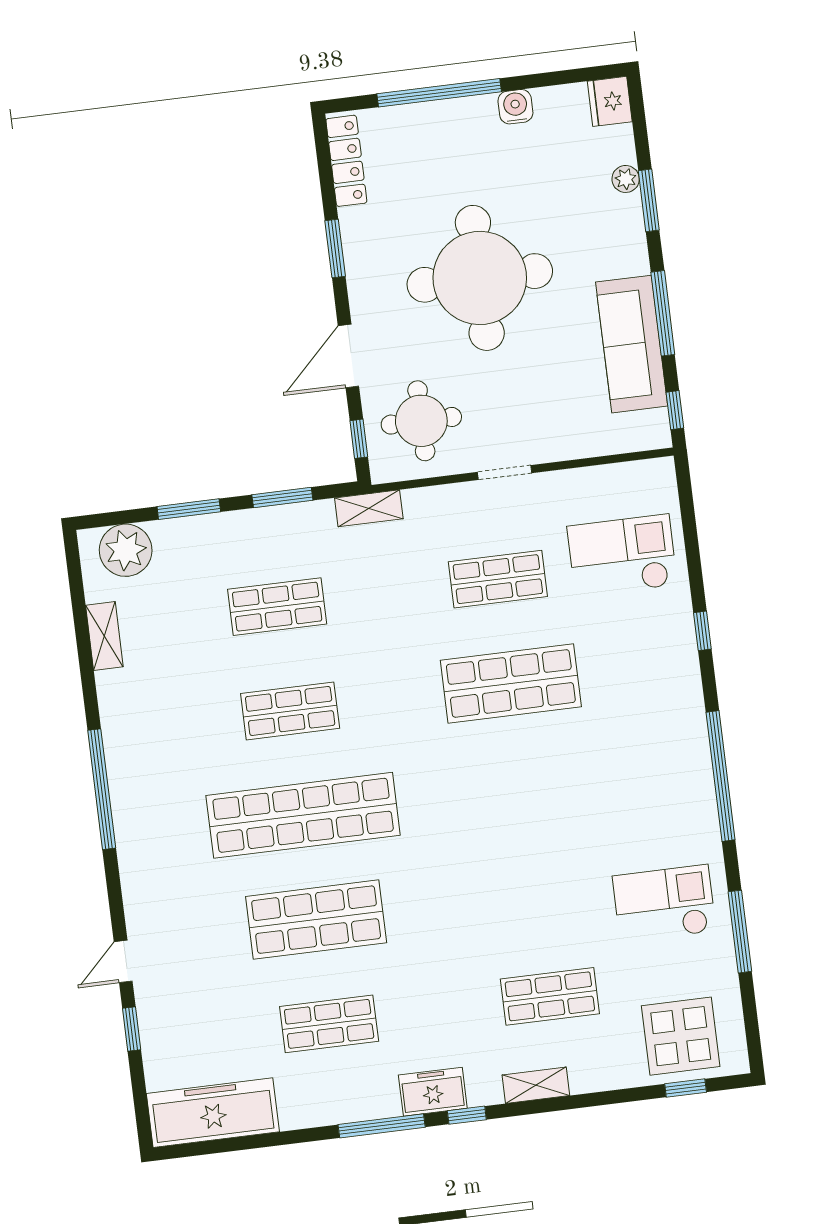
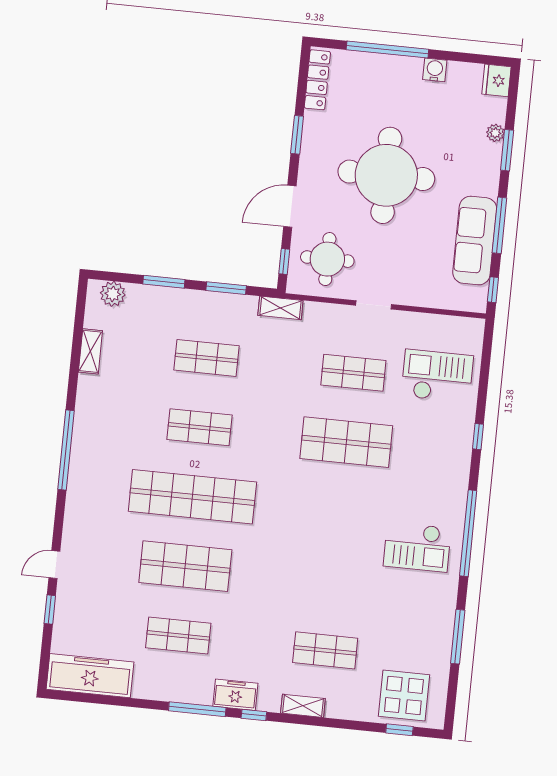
plant: (126, 550) -> (113, 294), width x0.73, depth x0.73
checkout: (664, 904) -> (417, 547), moved, turned 180

